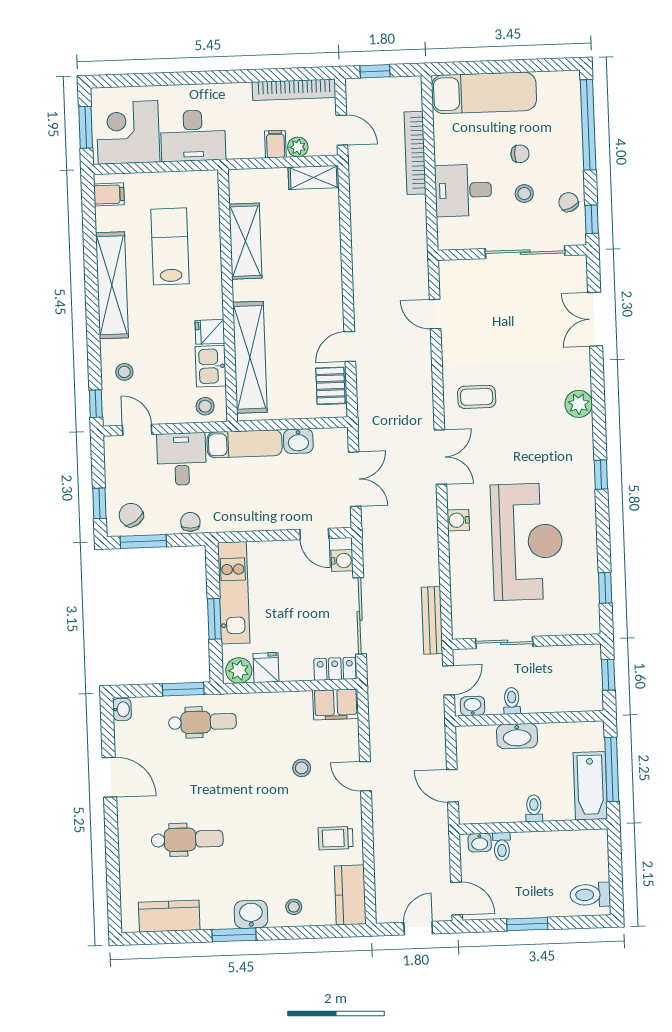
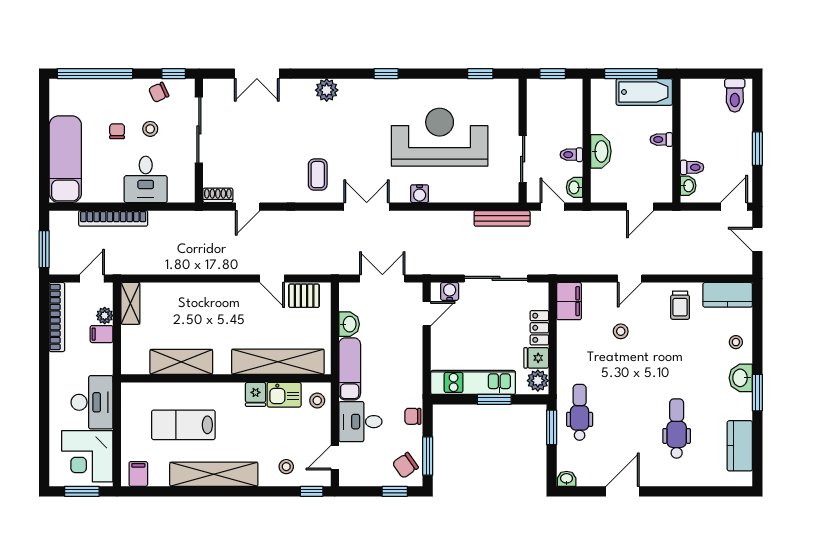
window: (375, 71) -> (44, 249), width x1.50
shoe rack: (447, 278) -> (218, 195), added
locker: (335, 669) -> (539, 328), moved

